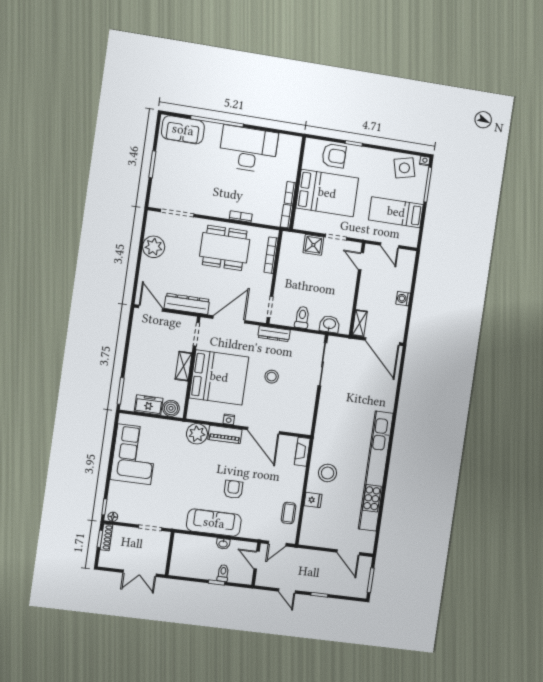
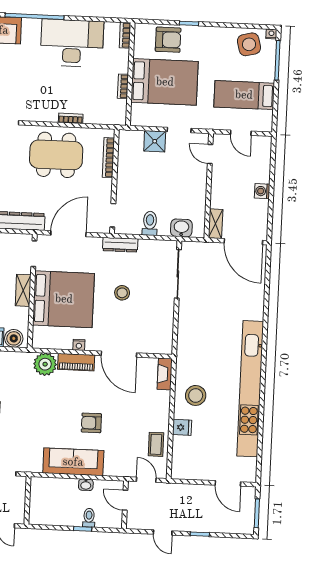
bookcase: (287, 216) -> (125, 35), moved
armchair: (233, 489) -> (91, 423), turned -90
door: (277, 544) -> (146, 480), swing flipped

